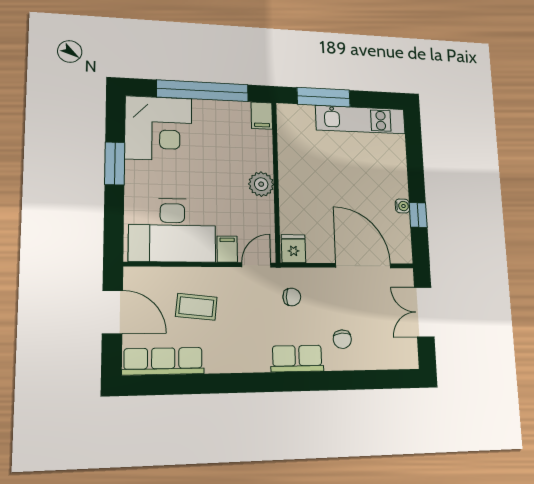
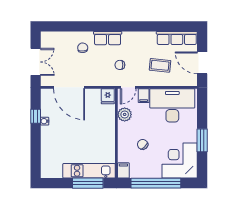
kitchen unit: (361, 120) -> (89, 171), moved
chair: (228, 160) -> (143, 144), added
plant: (261, 184) -> (125, 114), moved
chair: (292, 297) -> (120, 65), moved

